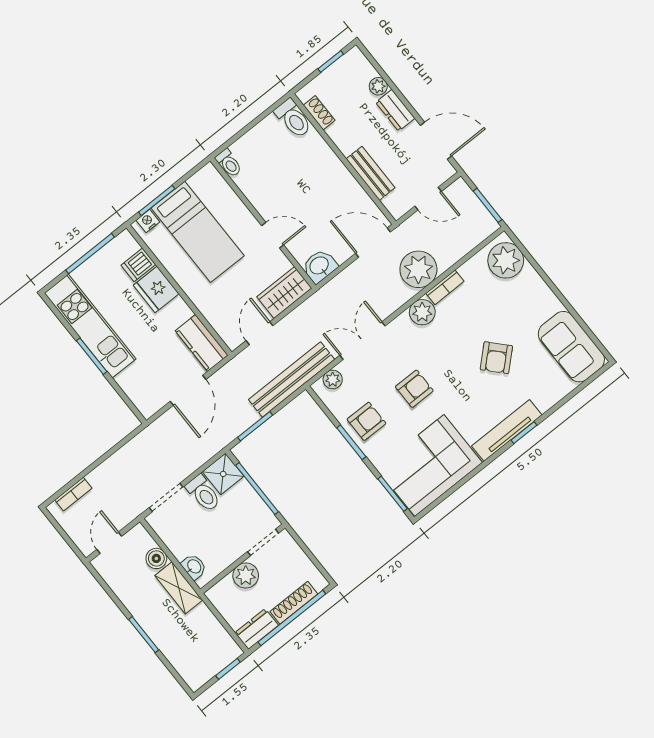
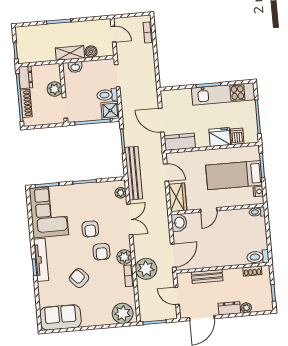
door: (428, 199) -> (177, 296), hinge flipped
nightstand: (148, 221) -> (258, 192), moved
armchair: (366, 421) -> (101, 252), moved

